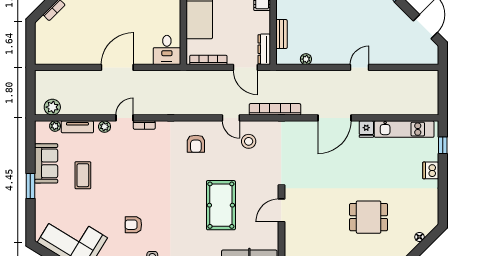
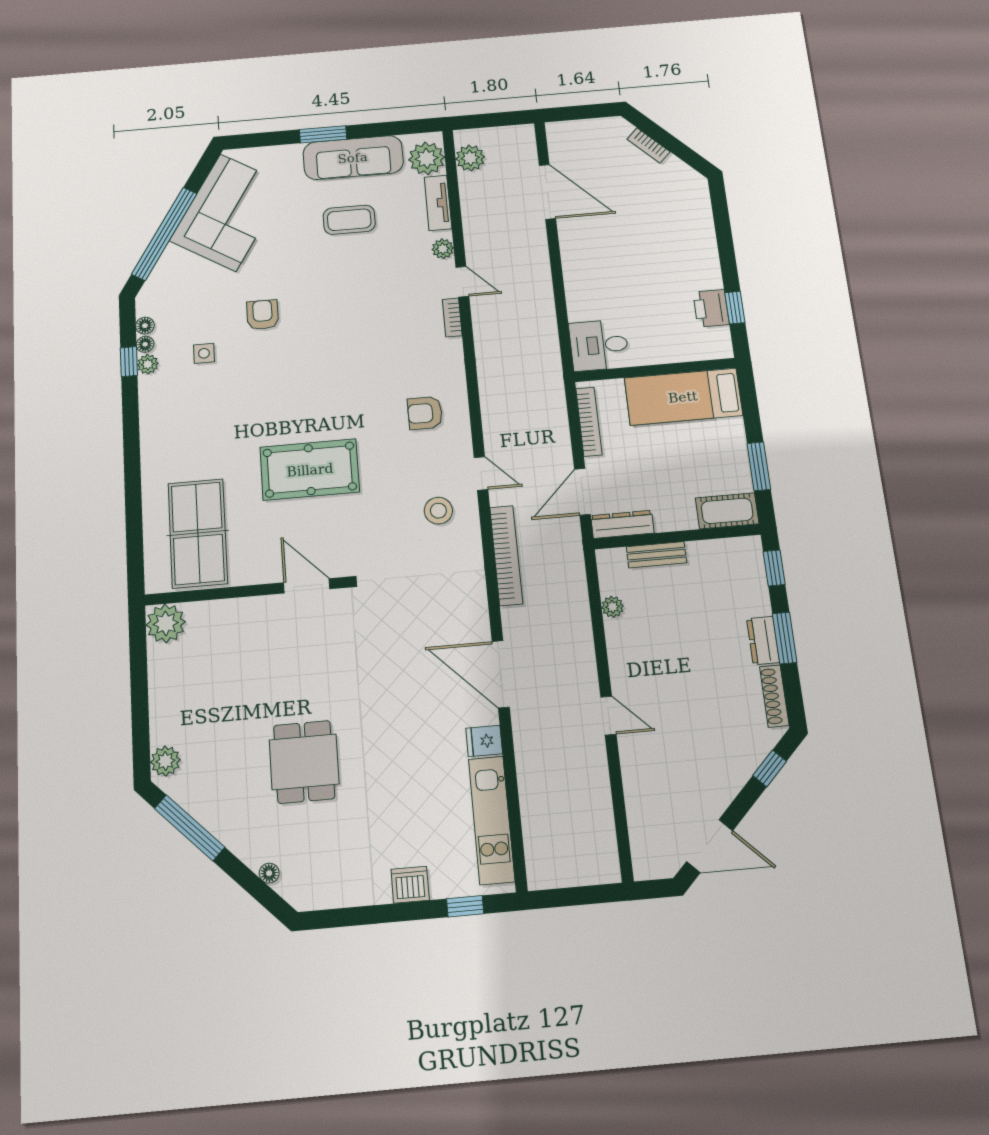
door: (117, 67) -> (547, 192), moved
door: (231, 118) -> (481, 473), swing flipped
plant: (55, 126) -> (427, 158), width x1.87, depth x1.87
sofa: (46, 163) -> (353, 158), width x1.36

